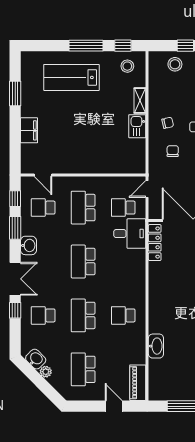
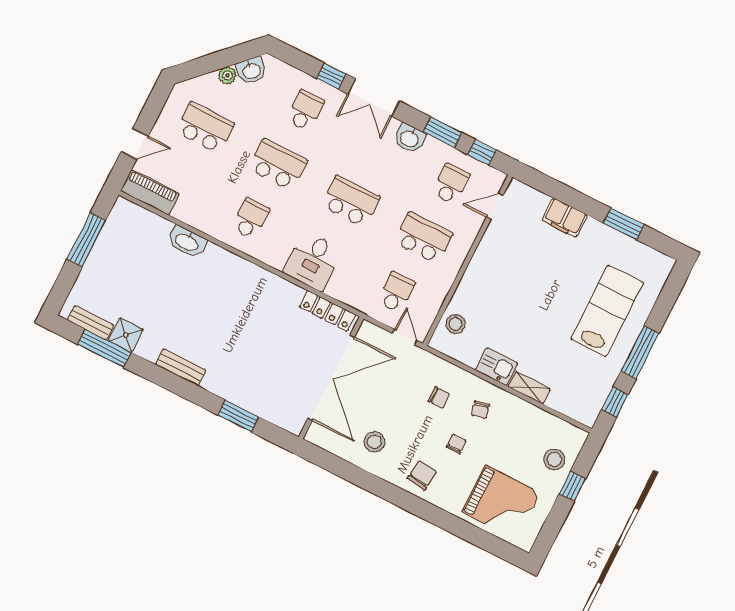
stool: (127, 66) -> (456, 324), moved
desk: (130, 234) -> (313, 261), moved

